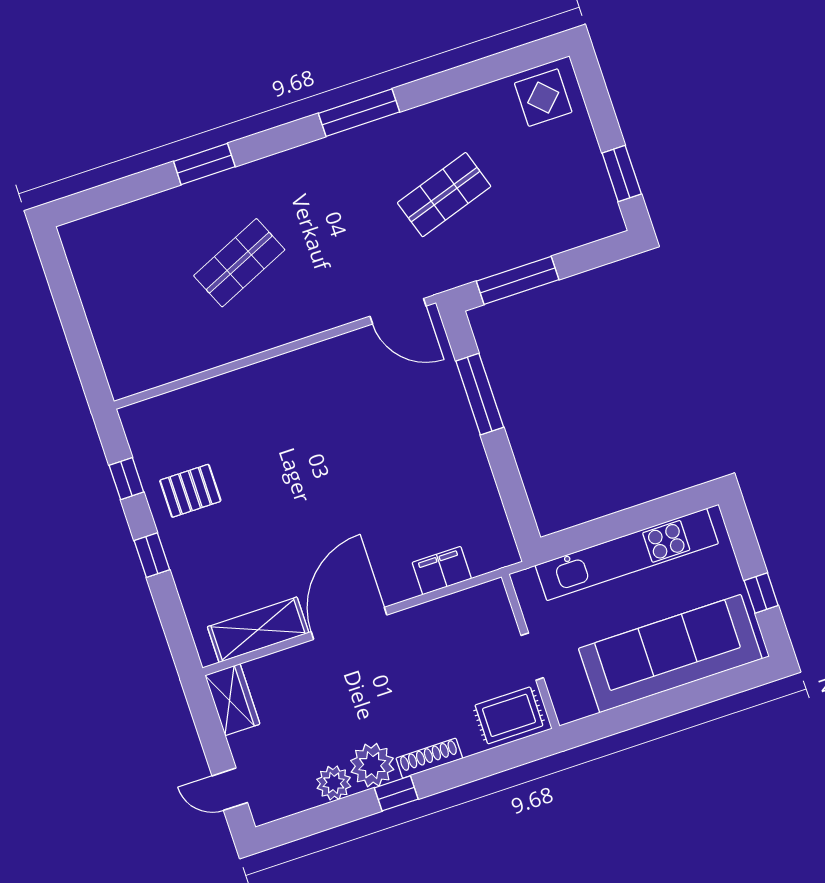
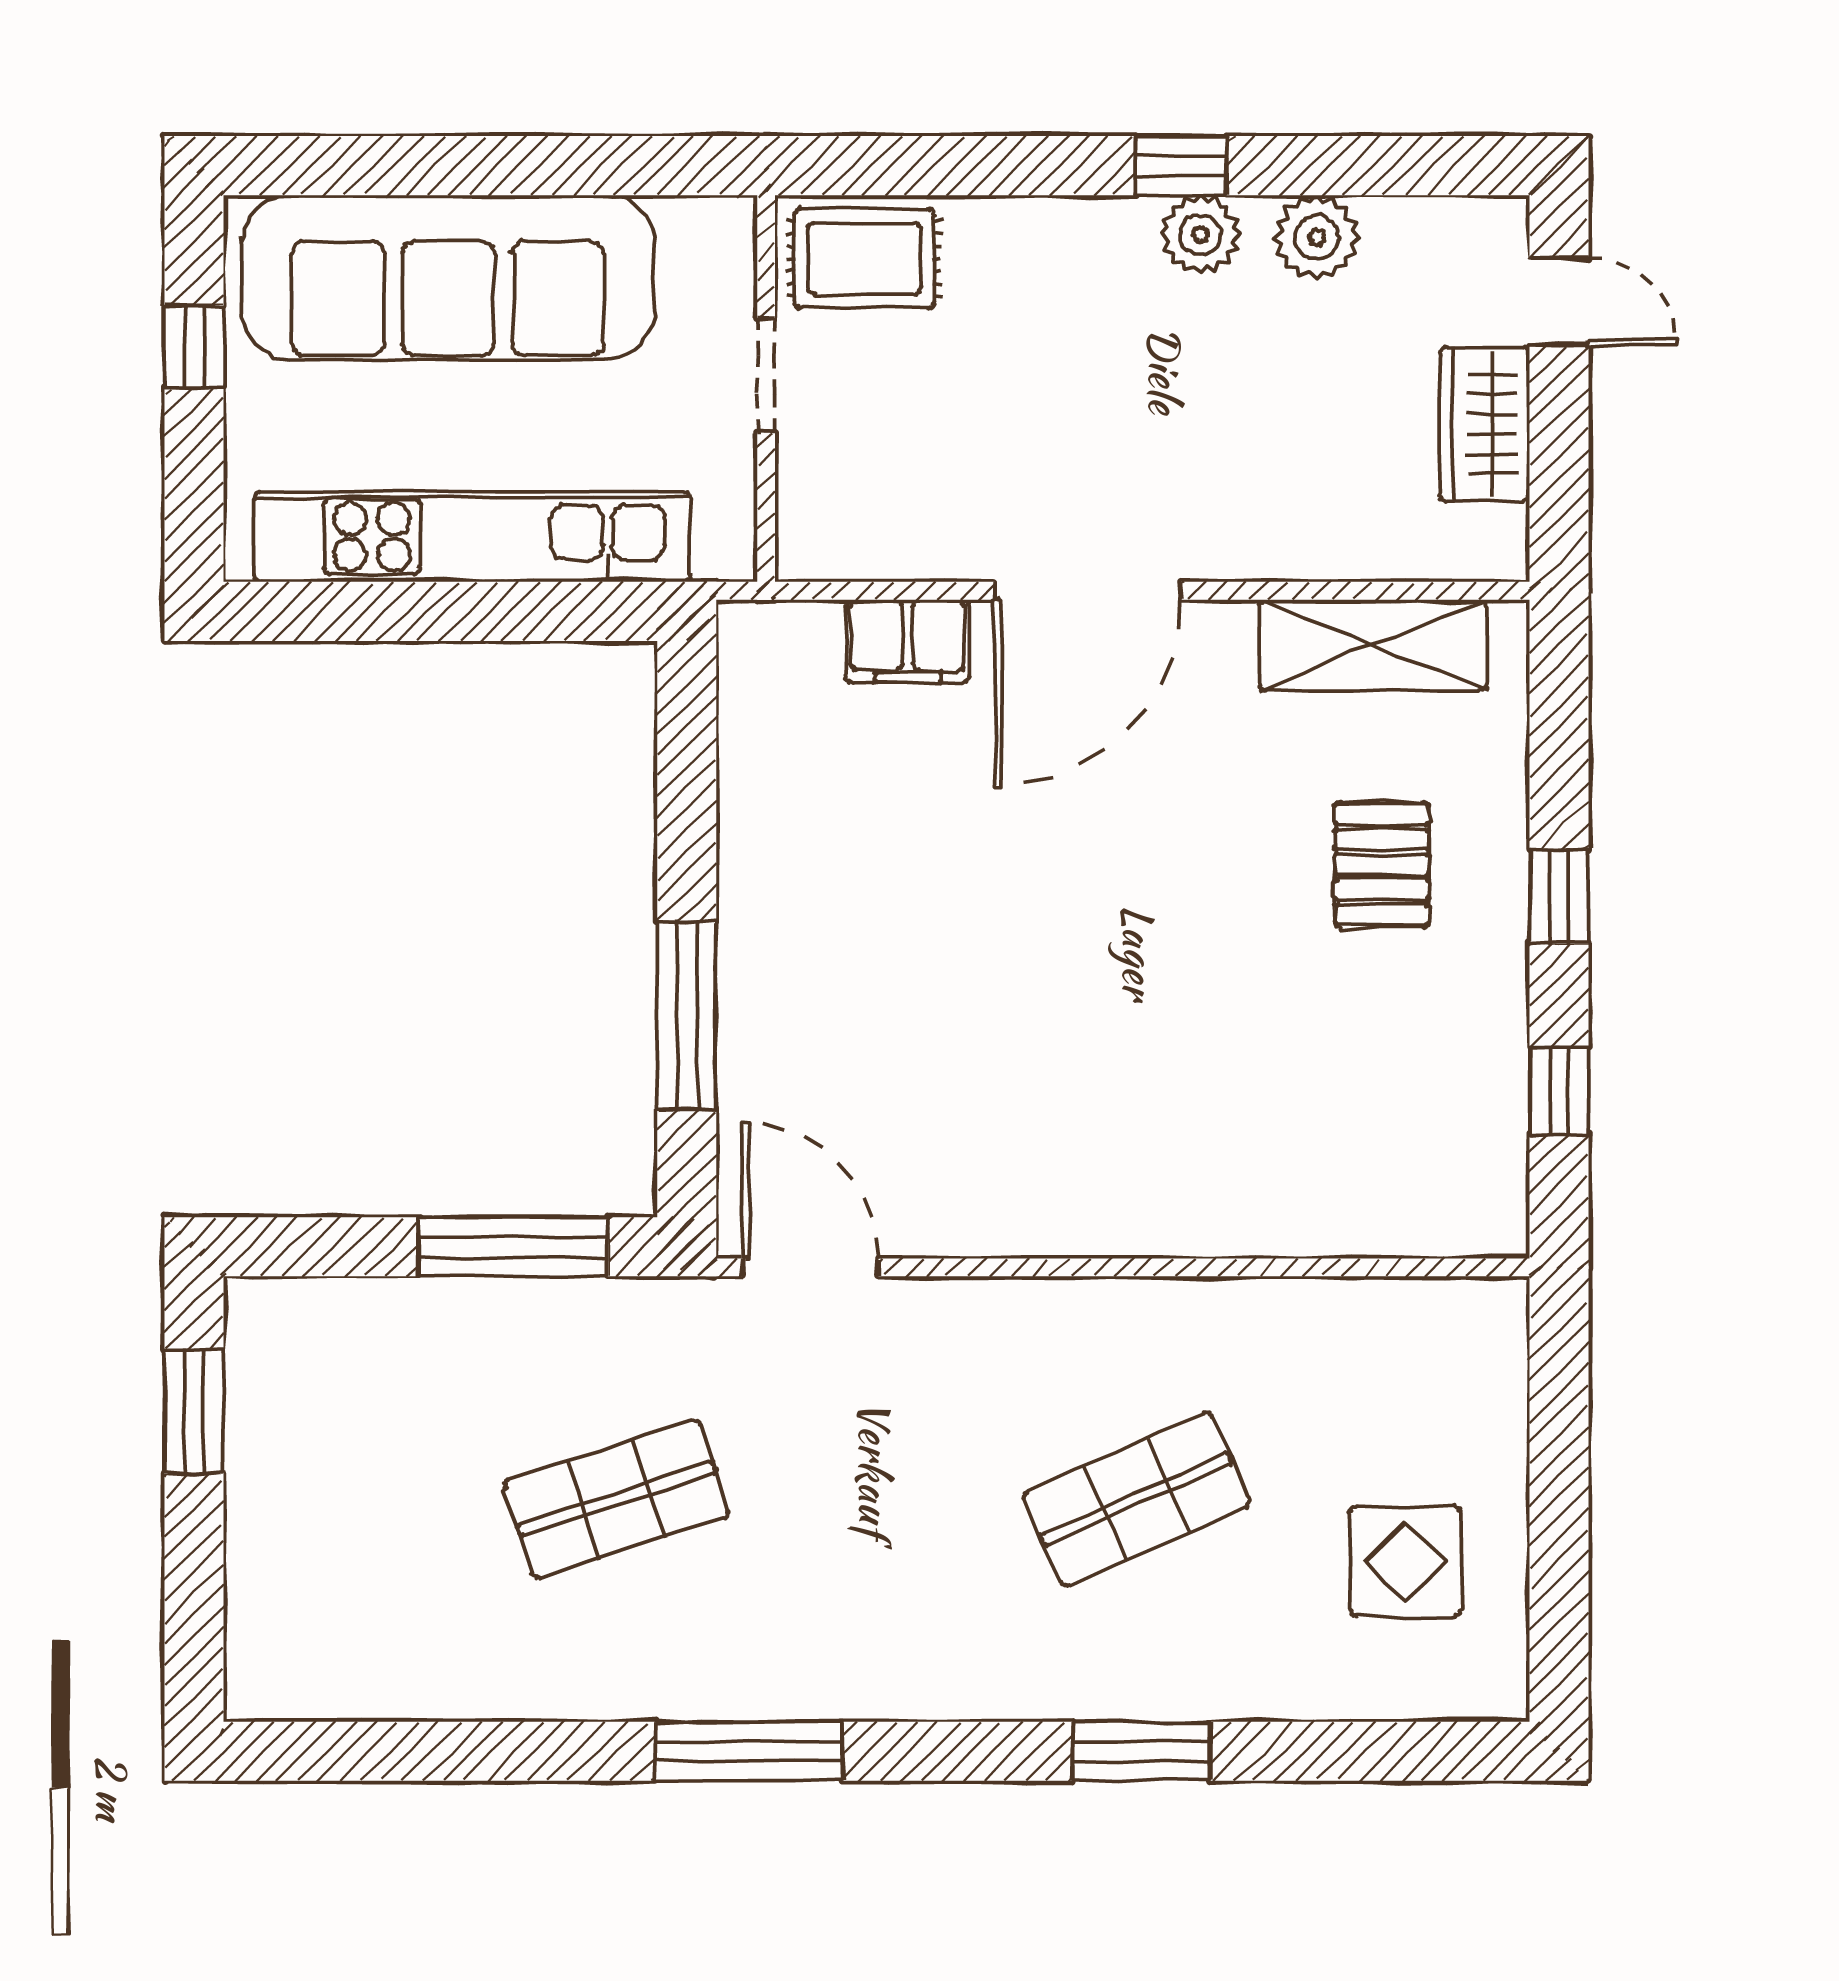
display table: (543, 98) -> (1405, 1561), moved
pallet: (190, 491) -> (1382, 864), moved, turned 90
door: (349, 623) -> (1088, 591), moved
wardrobe: (232, 700) -> (1485, 424), moved
shoe rack: (429, 758) -> (1079, 221), removed
plant: (372, 765) -> (1201, 234), width x0.73, depth x0.73

